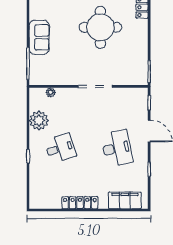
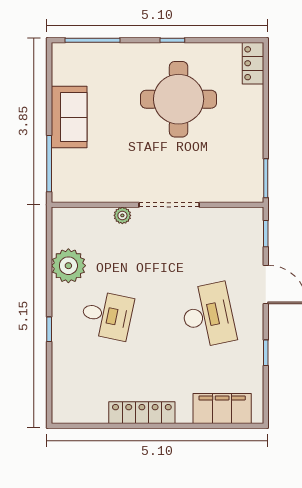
plant: (51, 92) -> (122, 215), moved
desk: (60, 148) -> (107, 315), turned 30

